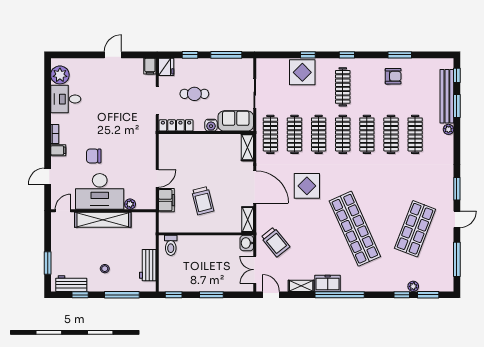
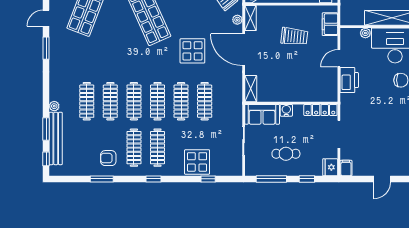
window: (308, 55) -> (208, 179), moved
cafe table: (194, 94) -> (286, 154), moved
clothes rail: (270, 134) -> (134, 148), moved
printer: (147, 156) -> (349, 80), added
filing cabinet: (166, 200) -> (330, 24), moved
trolley: (203, 201) -> (294, 36), turned 110
plant: (261, 218) -> (237, 20), added

